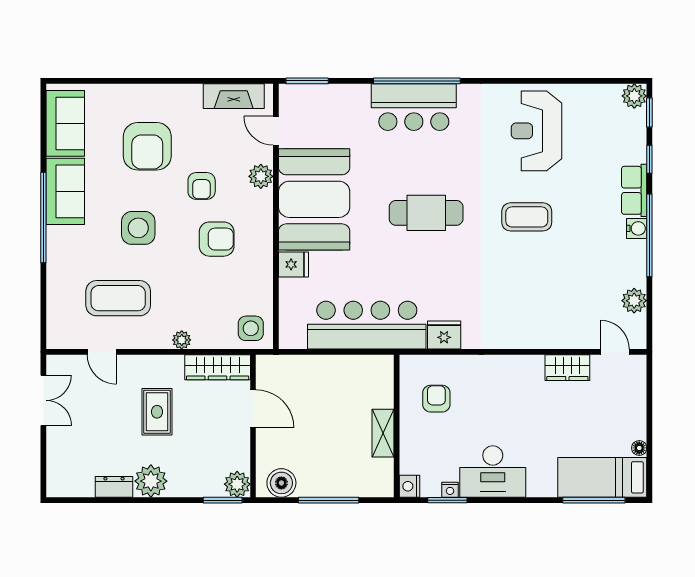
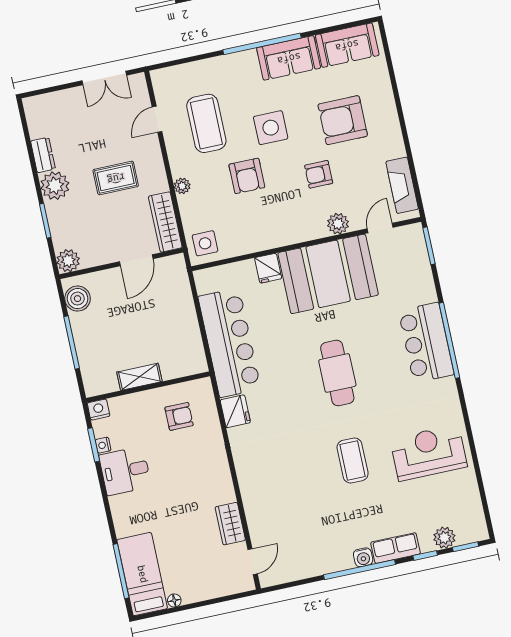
plant: (634, 96) -> (444, 538), moved
armchair: (217, 239) -> (247, 176), moved
plant: (634, 301) -> (300, 569), removed
desk: (493, 471) -> (125, 471), width x0.73
window: (223, 500) -> (45, 221), moved

